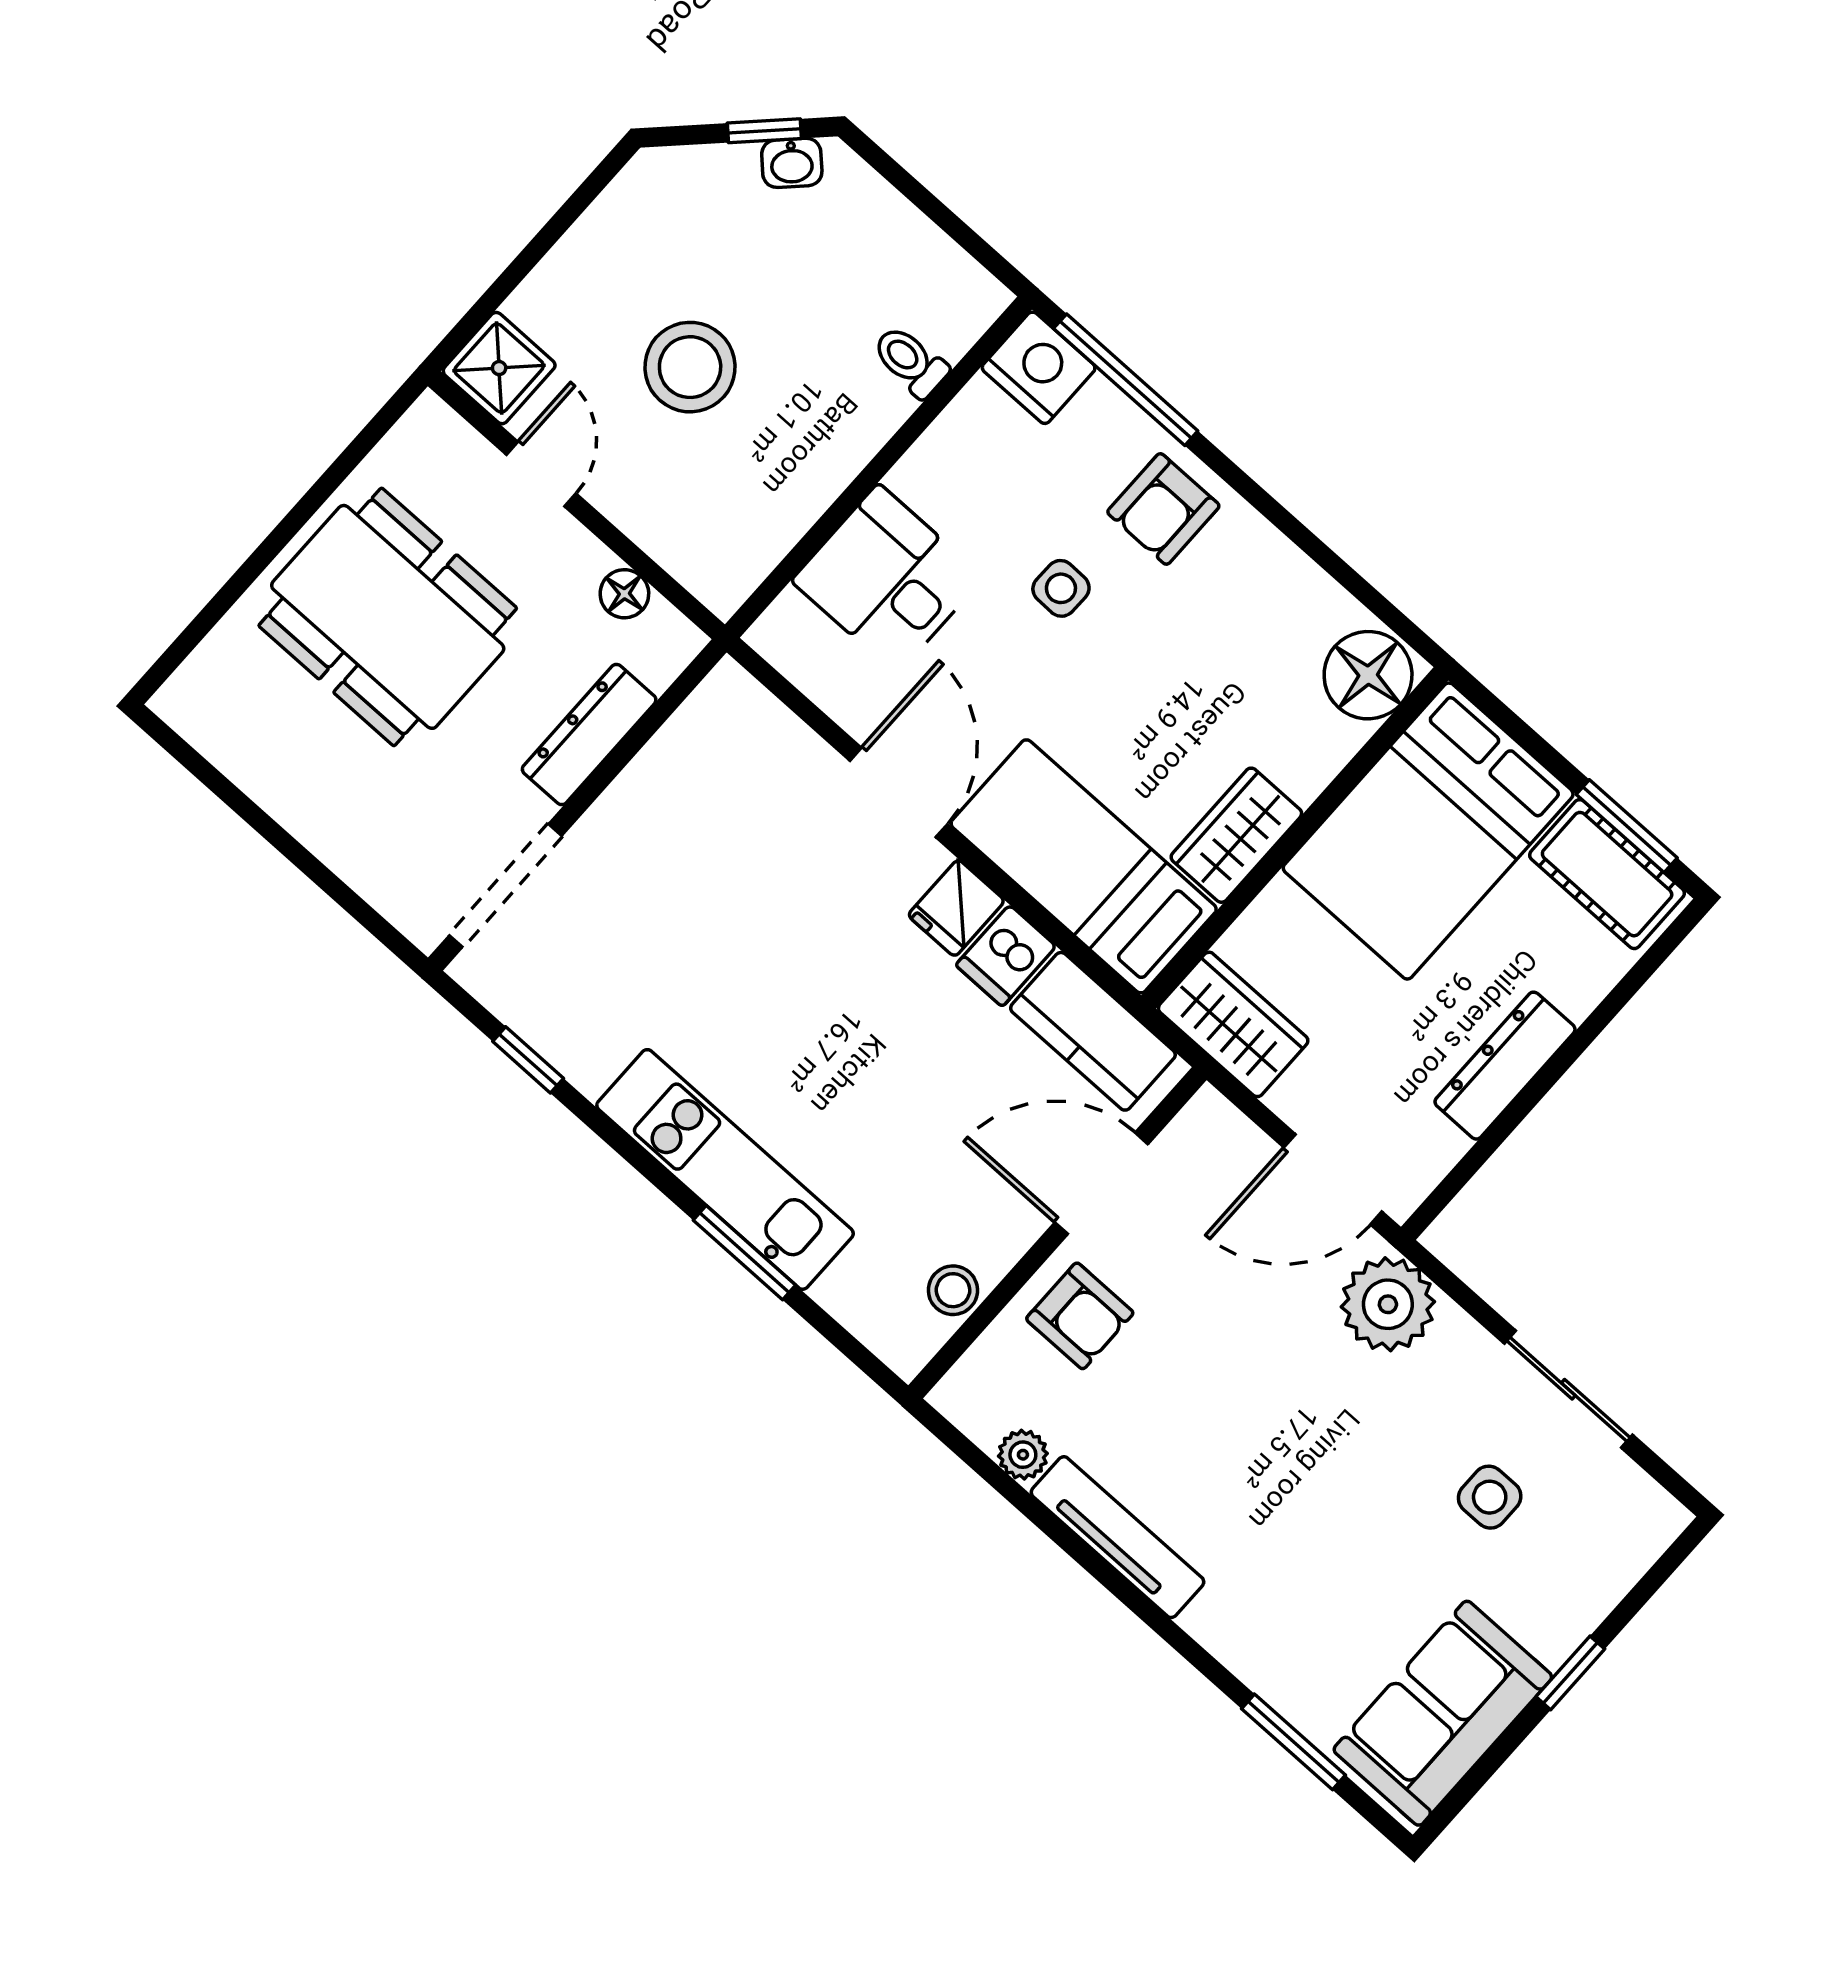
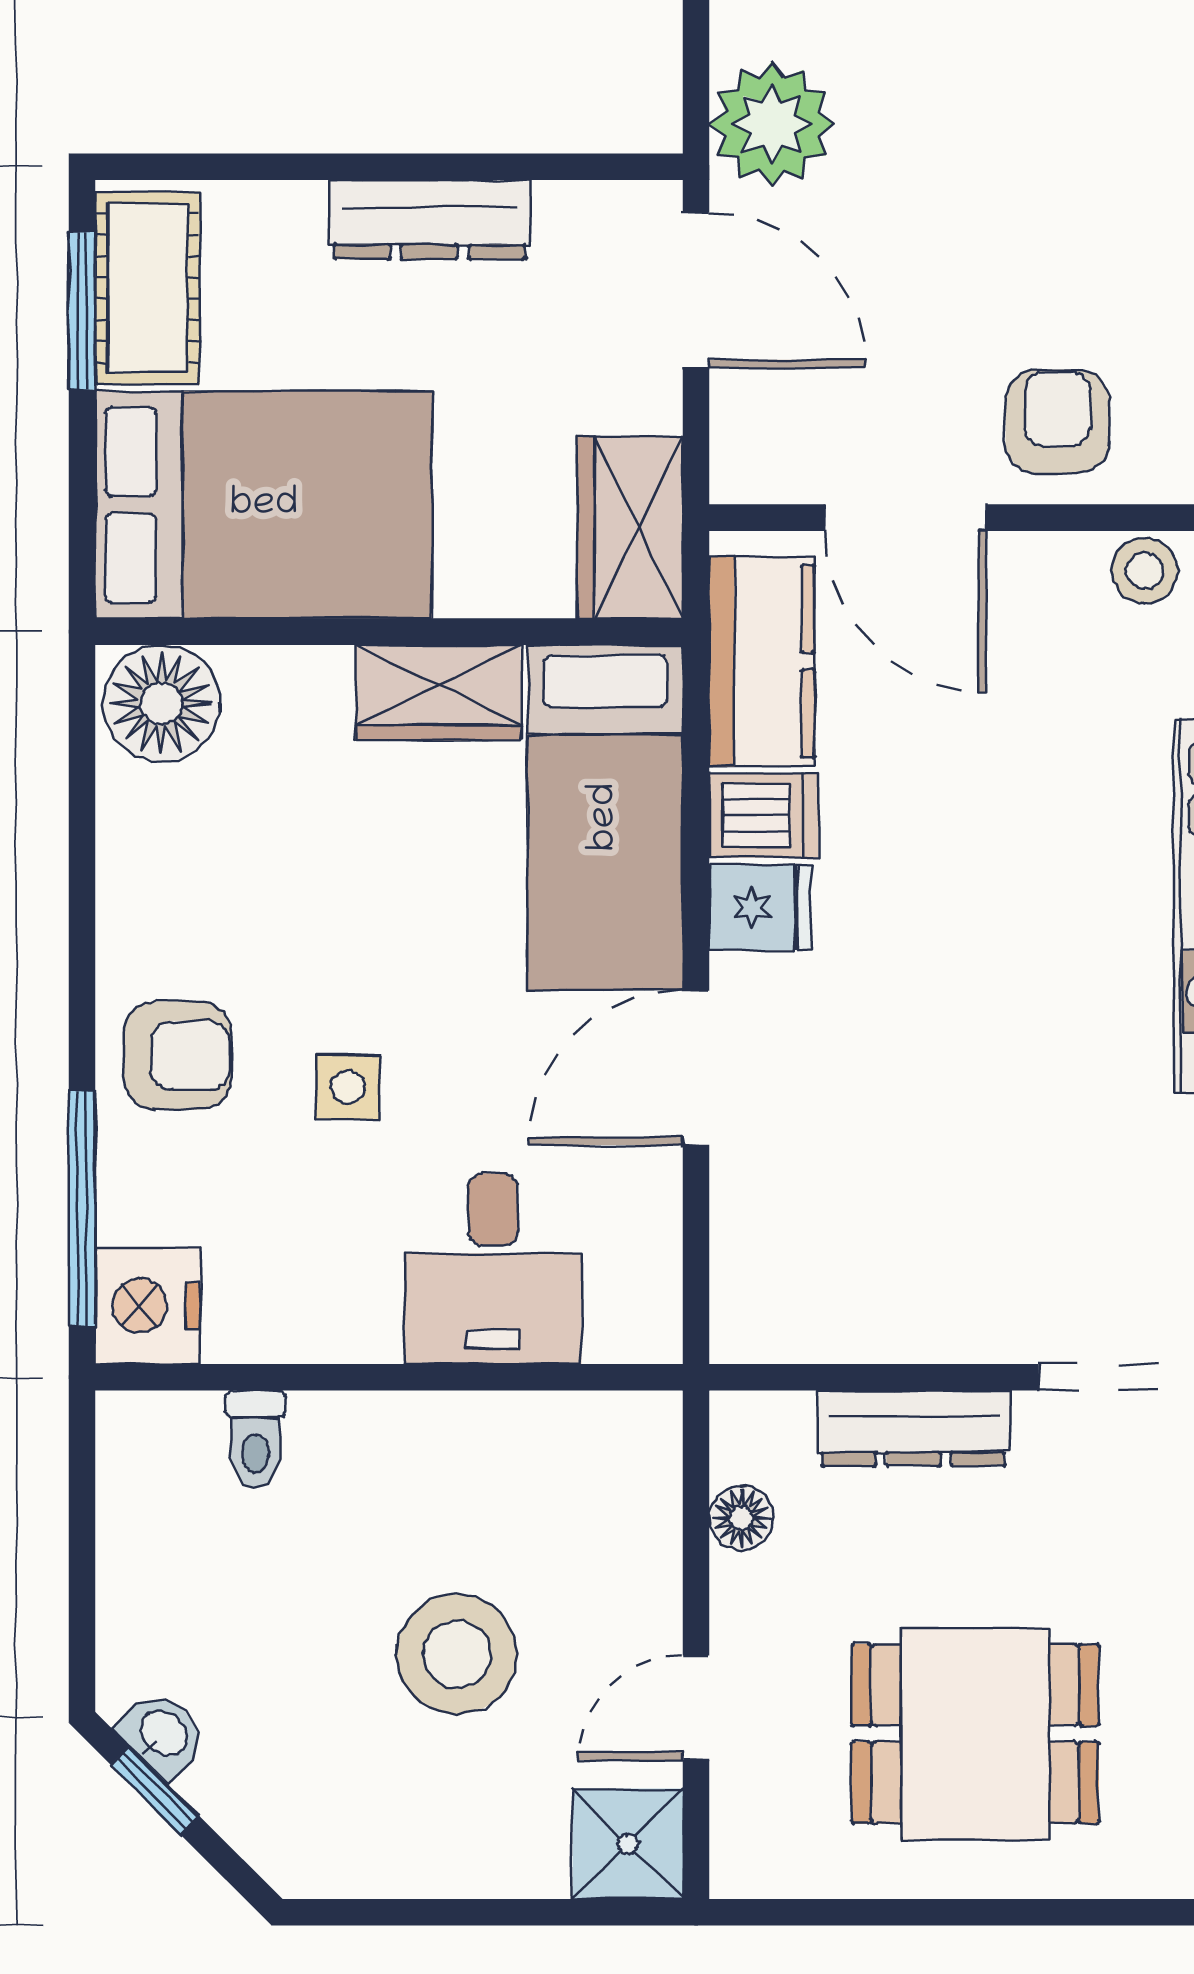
dining table: (388, 617) -> (975, 1734), width x0.73

